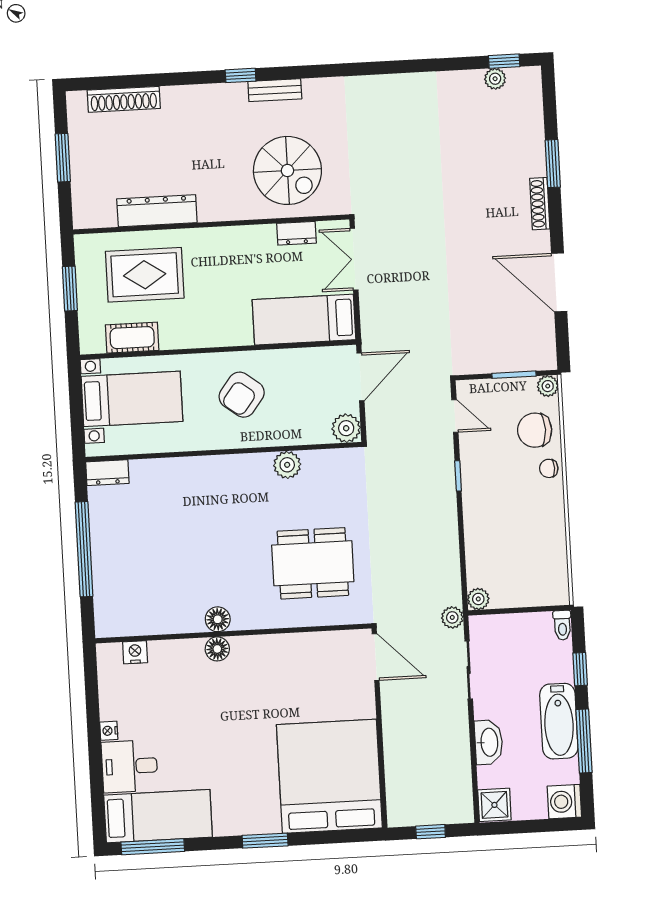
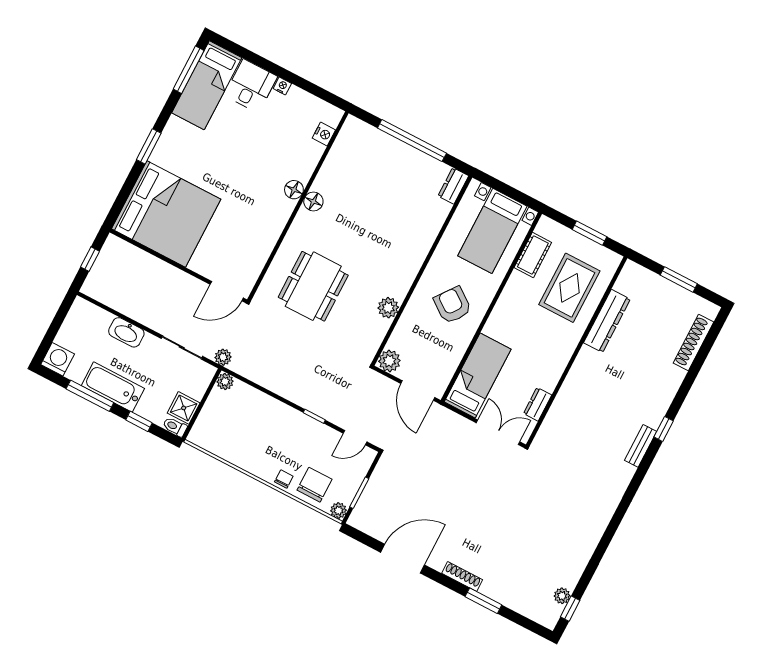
spiral stairs: (287, 170) -> (583, 423), removed
shower: (494, 805) -> (184, 408), moved

